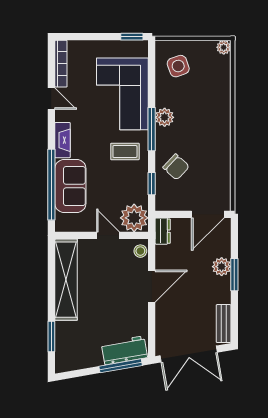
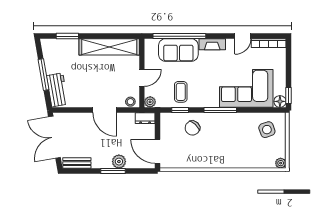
floor lamp: (140, 48) -> (280, 101), added
plant: (165, 117) -> (229, 119), removed
coffee table: (125, 151) -> (181, 92), moved
plant: (134, 218) -> (150, 102), width x0.53, depth x0.53
window: (121, 366) -> (44, 75), moved

